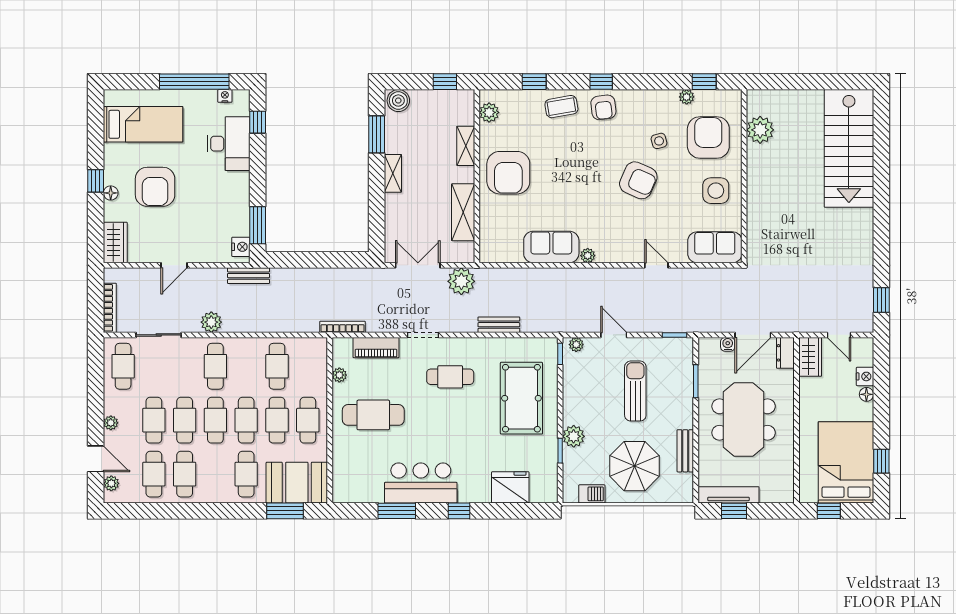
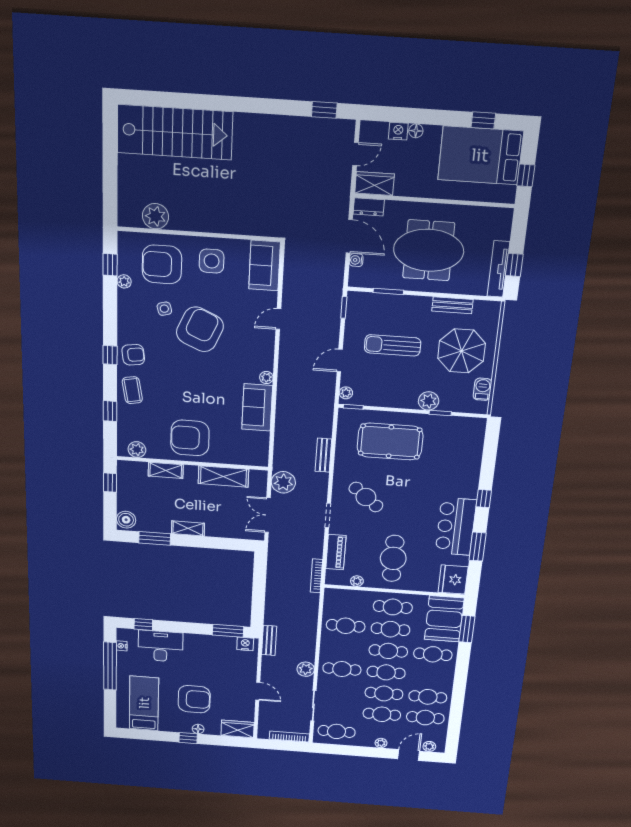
armchair: (508, 173) -> (190, 438), turned 180
armchair: (638, 180) -> (200, 329), width x1.36, depth x1.36
cafe table: (450, 377) -> (366, 497), turned -50
fridge: (510, 487) -> (453, 580), moved

